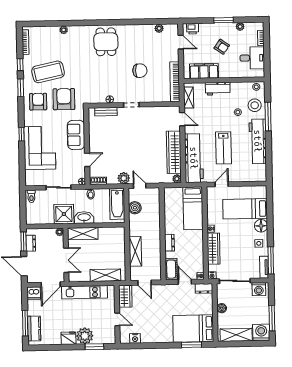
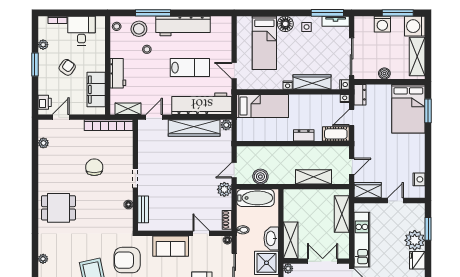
washing machine: (259, 289) -> (382, 24), moved, turned 90

